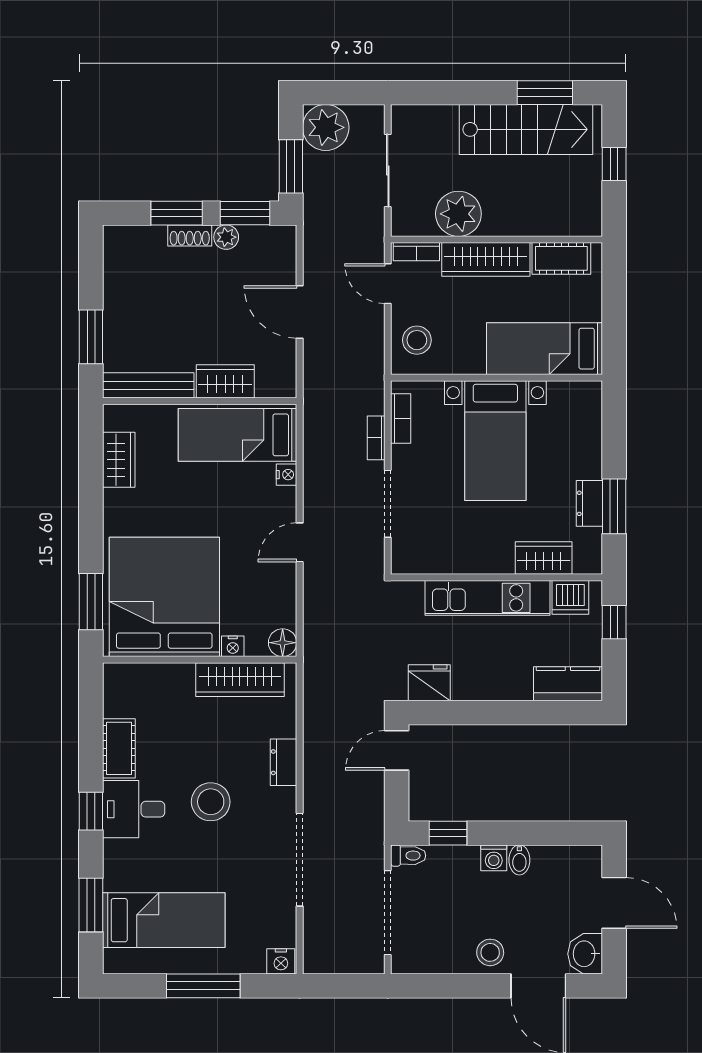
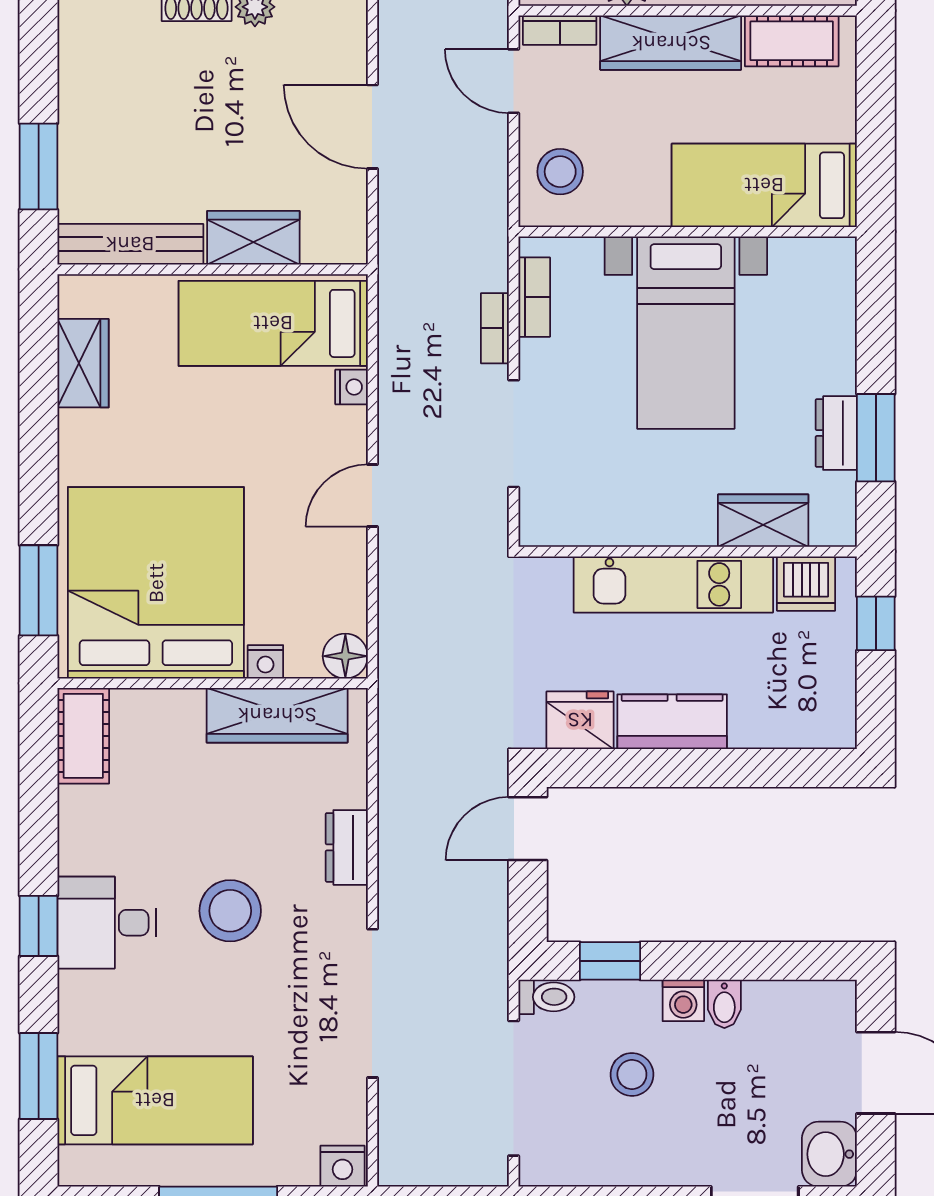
kitchen counter: (568, 684) -> (672, 722), moved
cot: (119, 748) -> (83, 736), moved
stool: (490, 952) -> (632, 1074), moved

